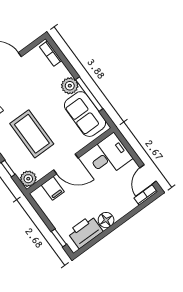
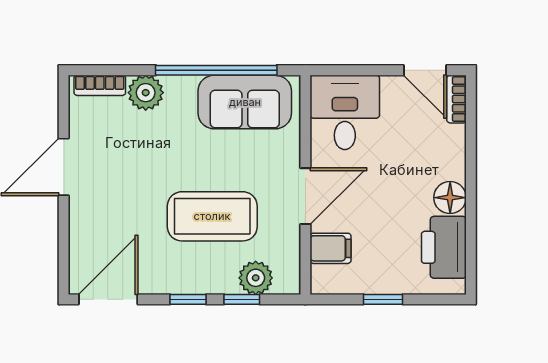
plant: (70, 86) -> (146, 93), moved
window: (89, 94) -> (216, 70), width x1.46
plant: (28, 179) -> (256, 278), moved
window: (59, 238) -> (383, 299), moved

